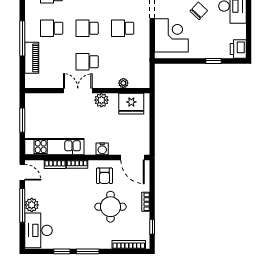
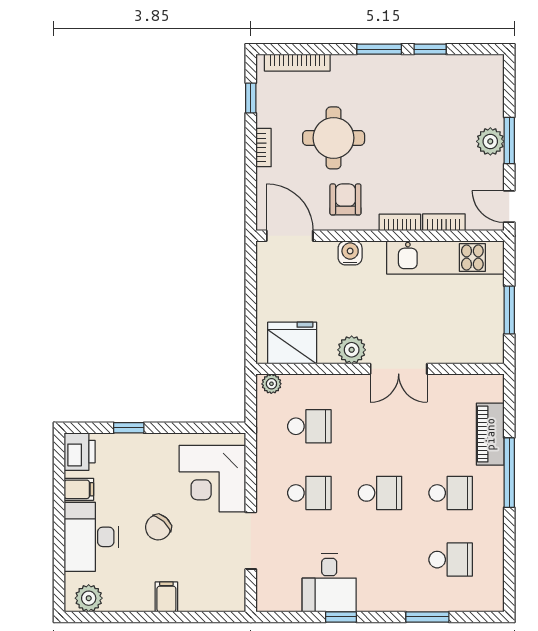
filing cabinet: (239, 30) -> (79, 489), added
school desk: (87, 62) -> (309, 426), moved
plant: (123, 83) -> (271, 384), moved
window: (22, 205) -> (509, 141), width x0.69
desk: (38, 230) -> (477, 91), removed

